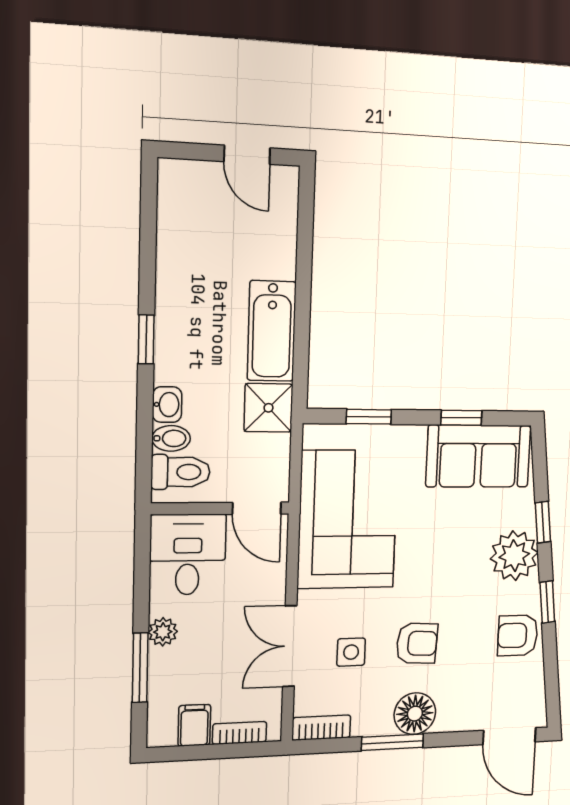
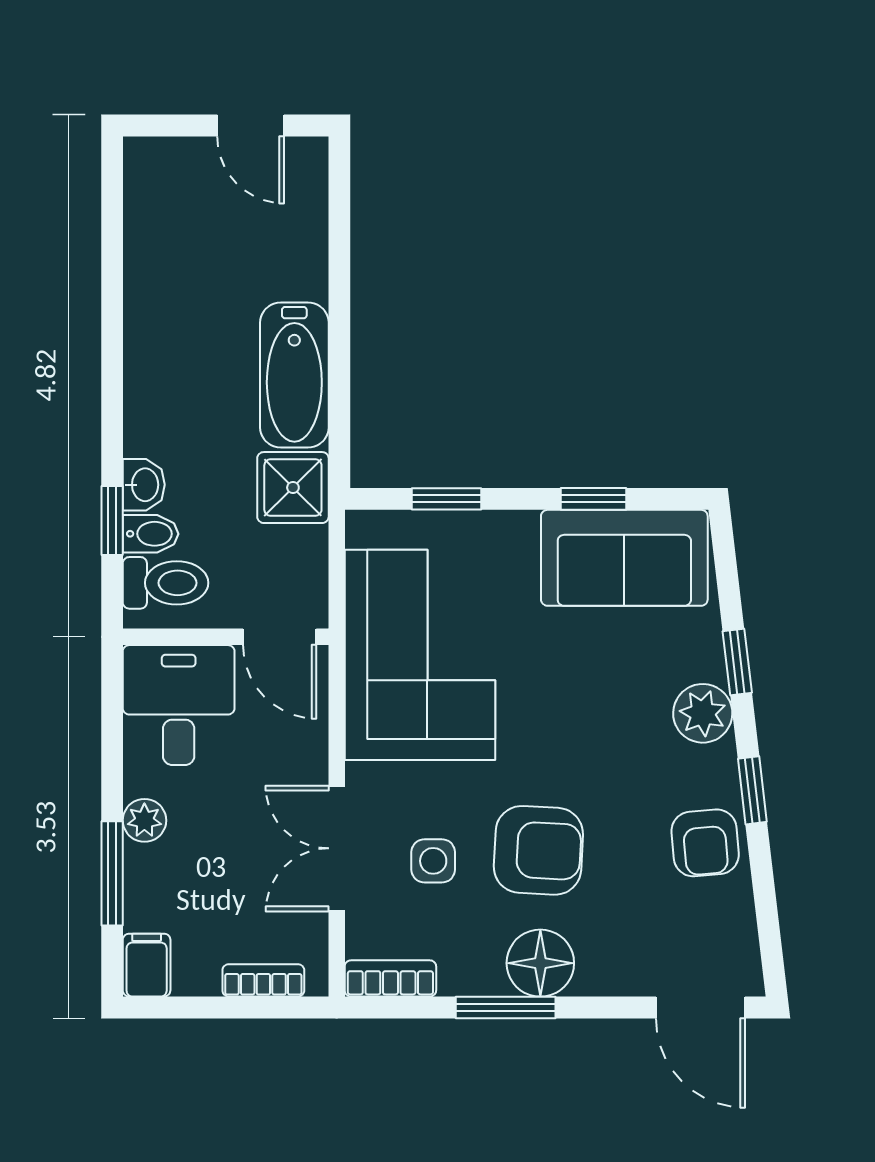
window: (146, 339) -> (112, 520), moved
plant: (514, 556) -> (703, 713), width x0.73, depth x0.73
armchair: (518, 635) -> (705, 843), turned -95
armchair: (417, 643) -> (538, 850), width x1.38, depth x1.38
filing cabinet: (194, 725) -> (147, 965), moved

